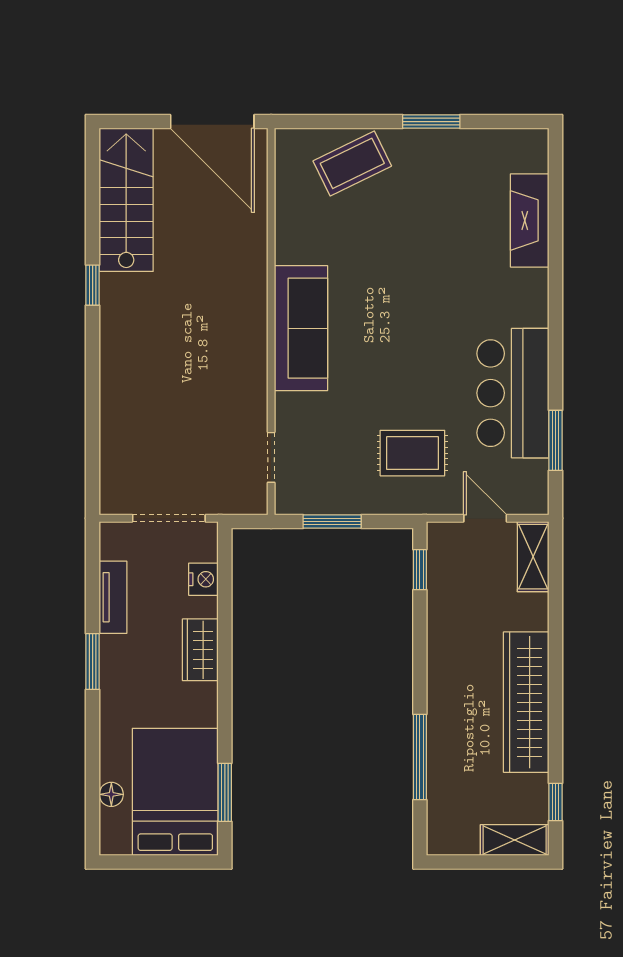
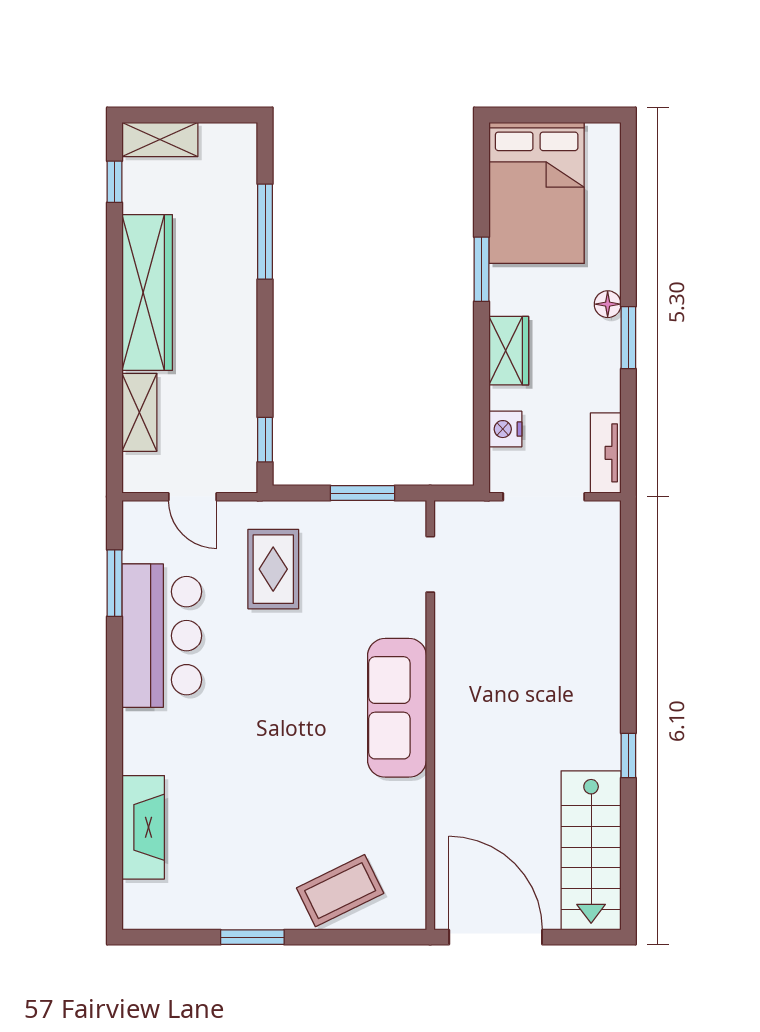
rug: (412, 453) -> (273, 569), turned 90
shelving: (533, 557) -> (139, 412), moved
tv unit: (113, 597) -> (606, 453), moved
window: (225, 792) -> (482, 269), moved
floor lamp: (111, 794) -> (608, 304), moved

